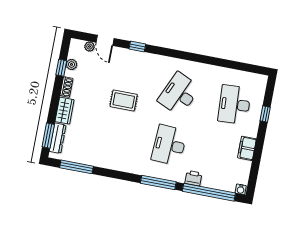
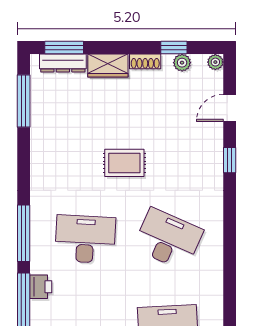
plant: (90, 47) -> (215, 62), moved
rug: (124, 100) -> (124, 163), moved, turned 90

